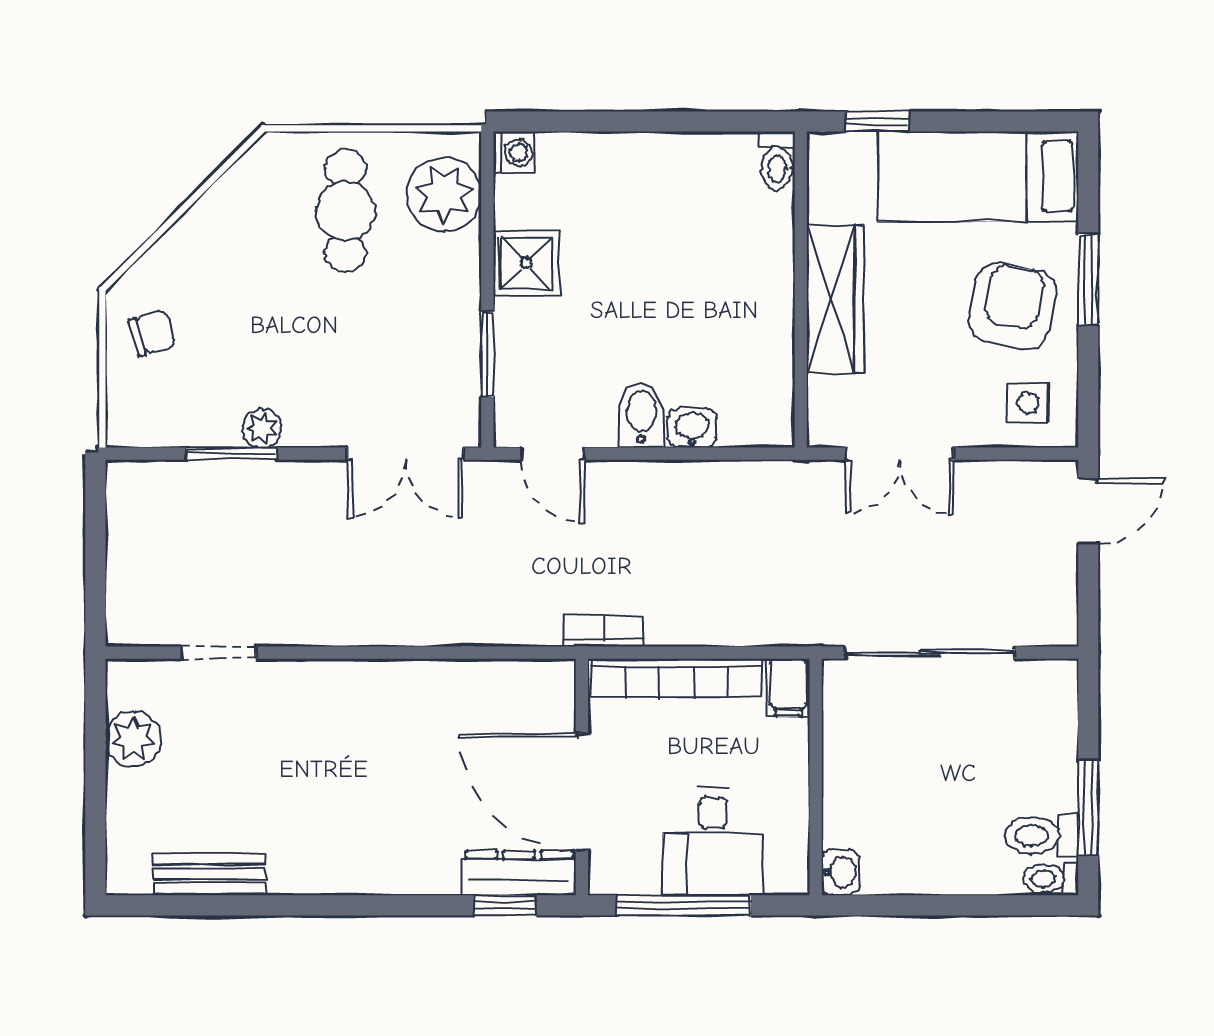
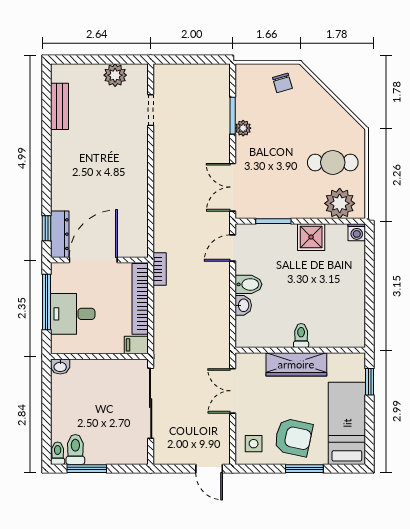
toilet: (777, 161) -> (301, 336), moved, turned 90

